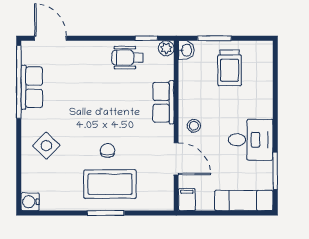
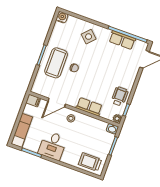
trolley: (230, 68) -> (90, 162), moved

